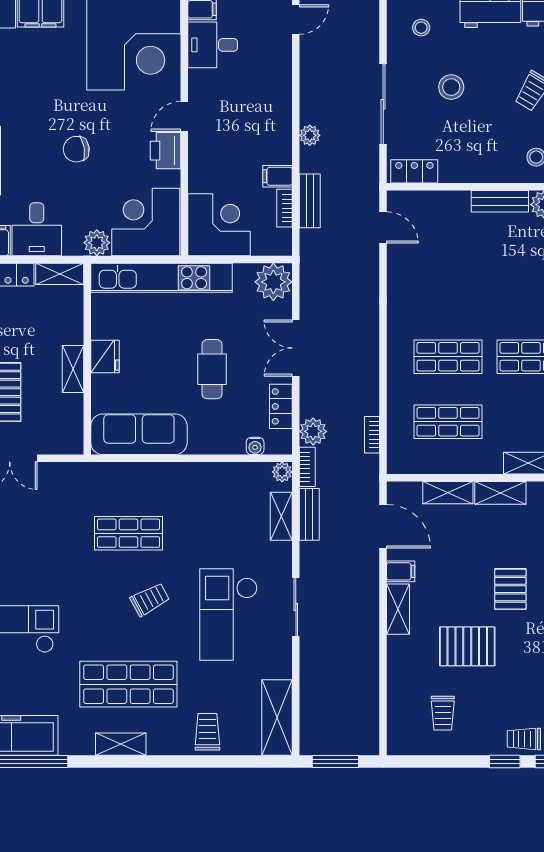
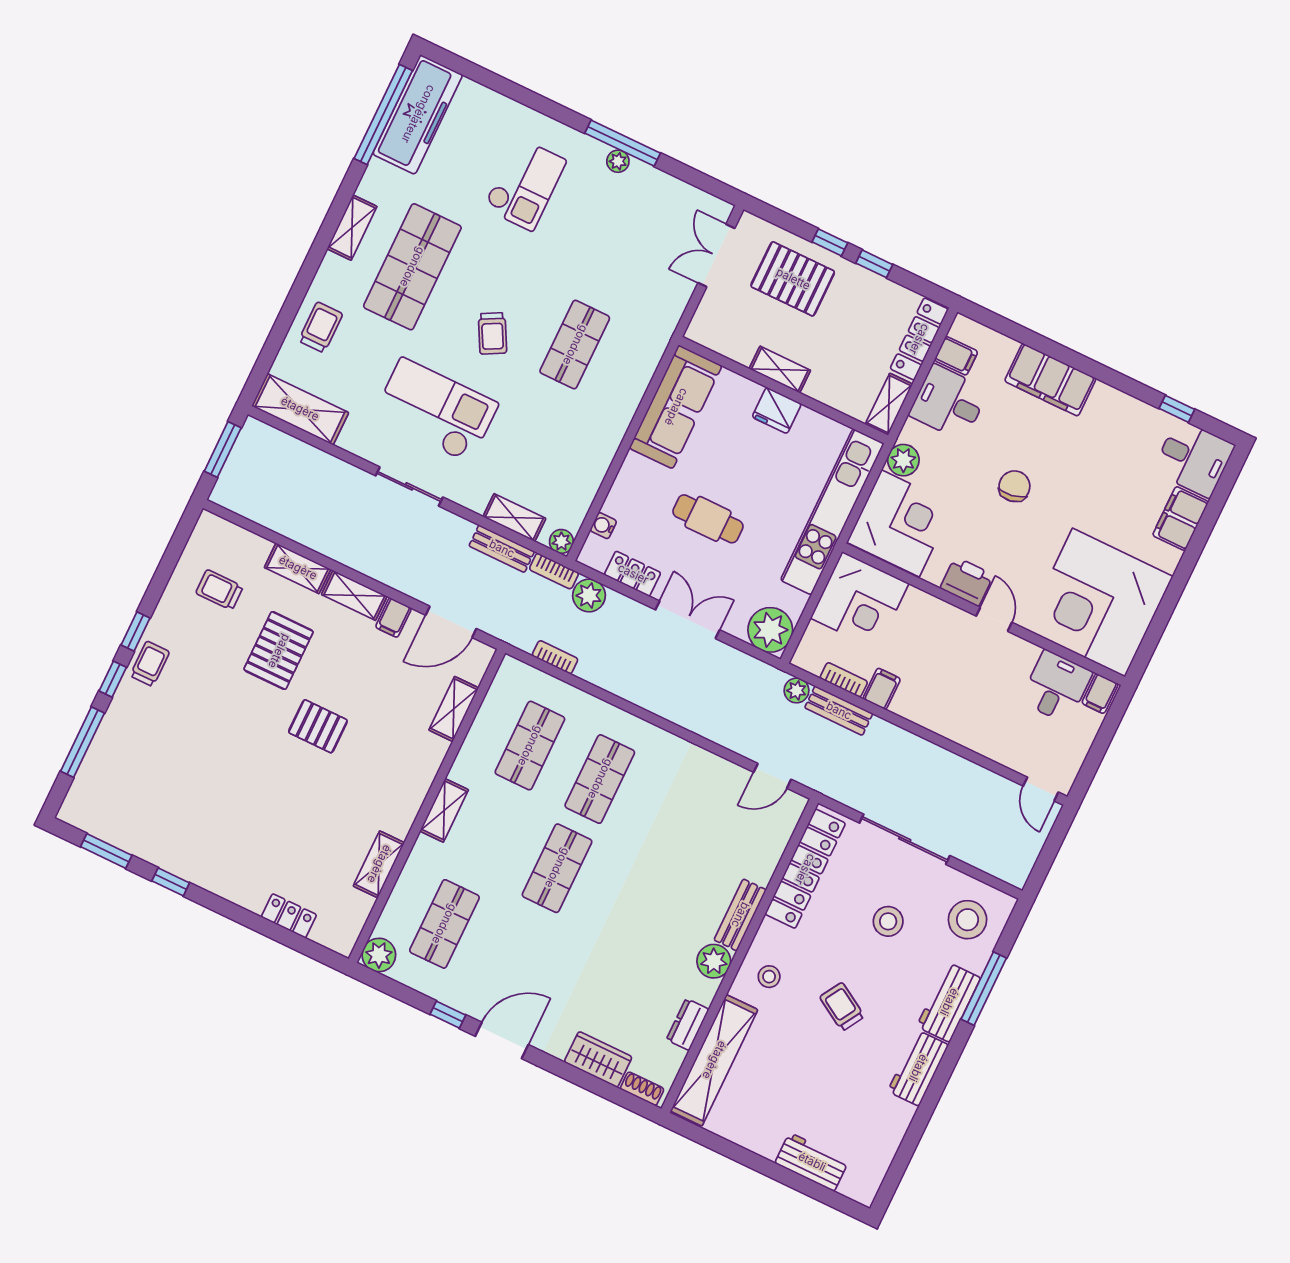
stool: (421, 28) -> (968, 920), width x1.89, depth x1.89
plant: (310, 135) -> (796, 690), moved
locker: (414, 171) -> (805, 869), width x2.16, depth x1.21
shelving: (500, 493) -> (298, 568), moved, turned 90
trolley: (207, 732) -> (321, 327), turned -90

